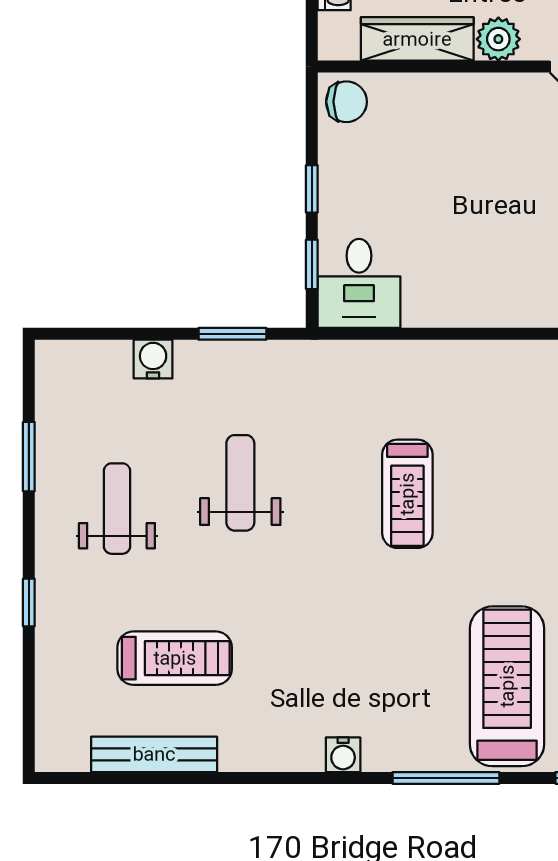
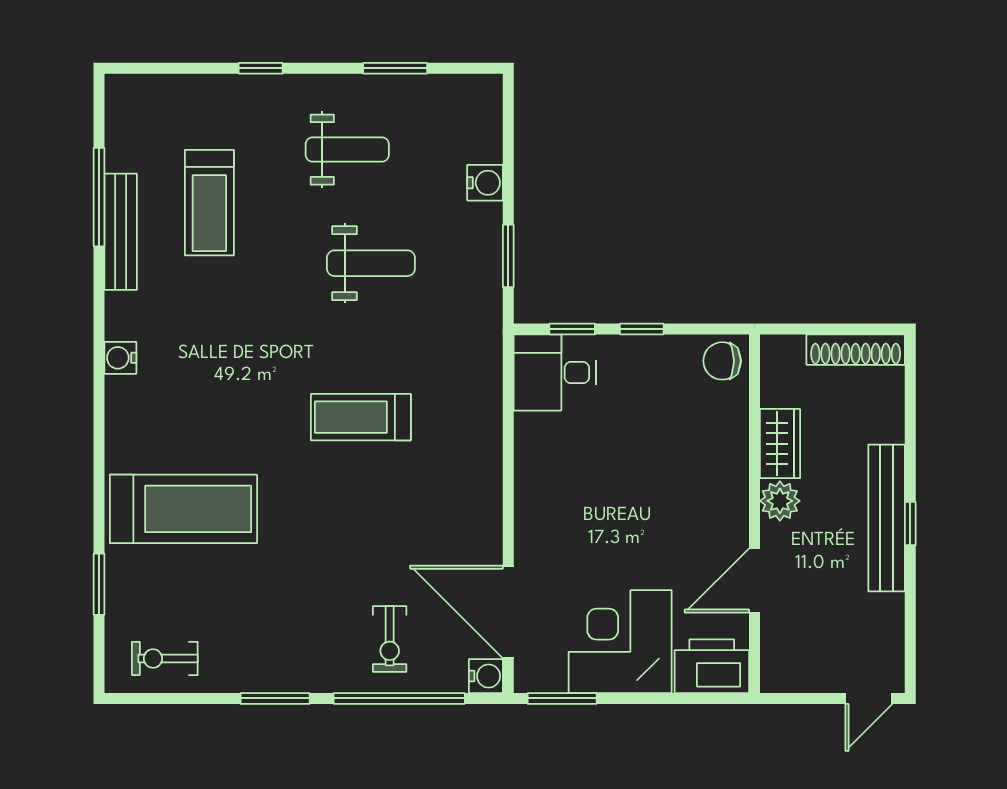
wardrobe: (417, 39) -> (780, 444), width x0.67
chair: (346, 102) -> (722, 361), turned 90
bench: (154, 754) -> (121, 232), moved
window: (446, 778) -> (99, 197), moved

